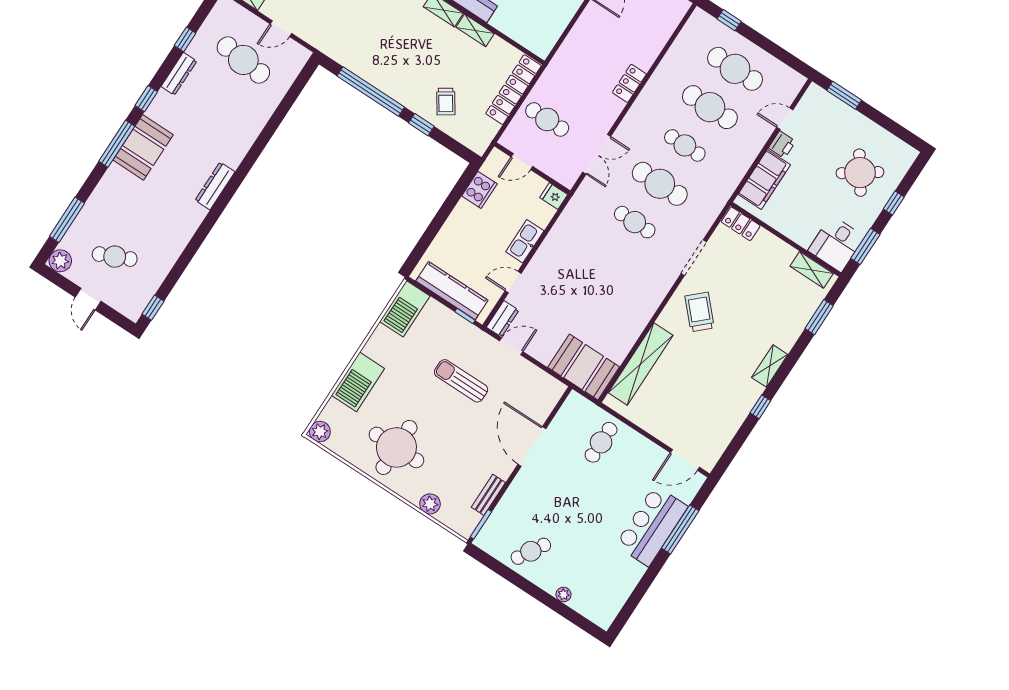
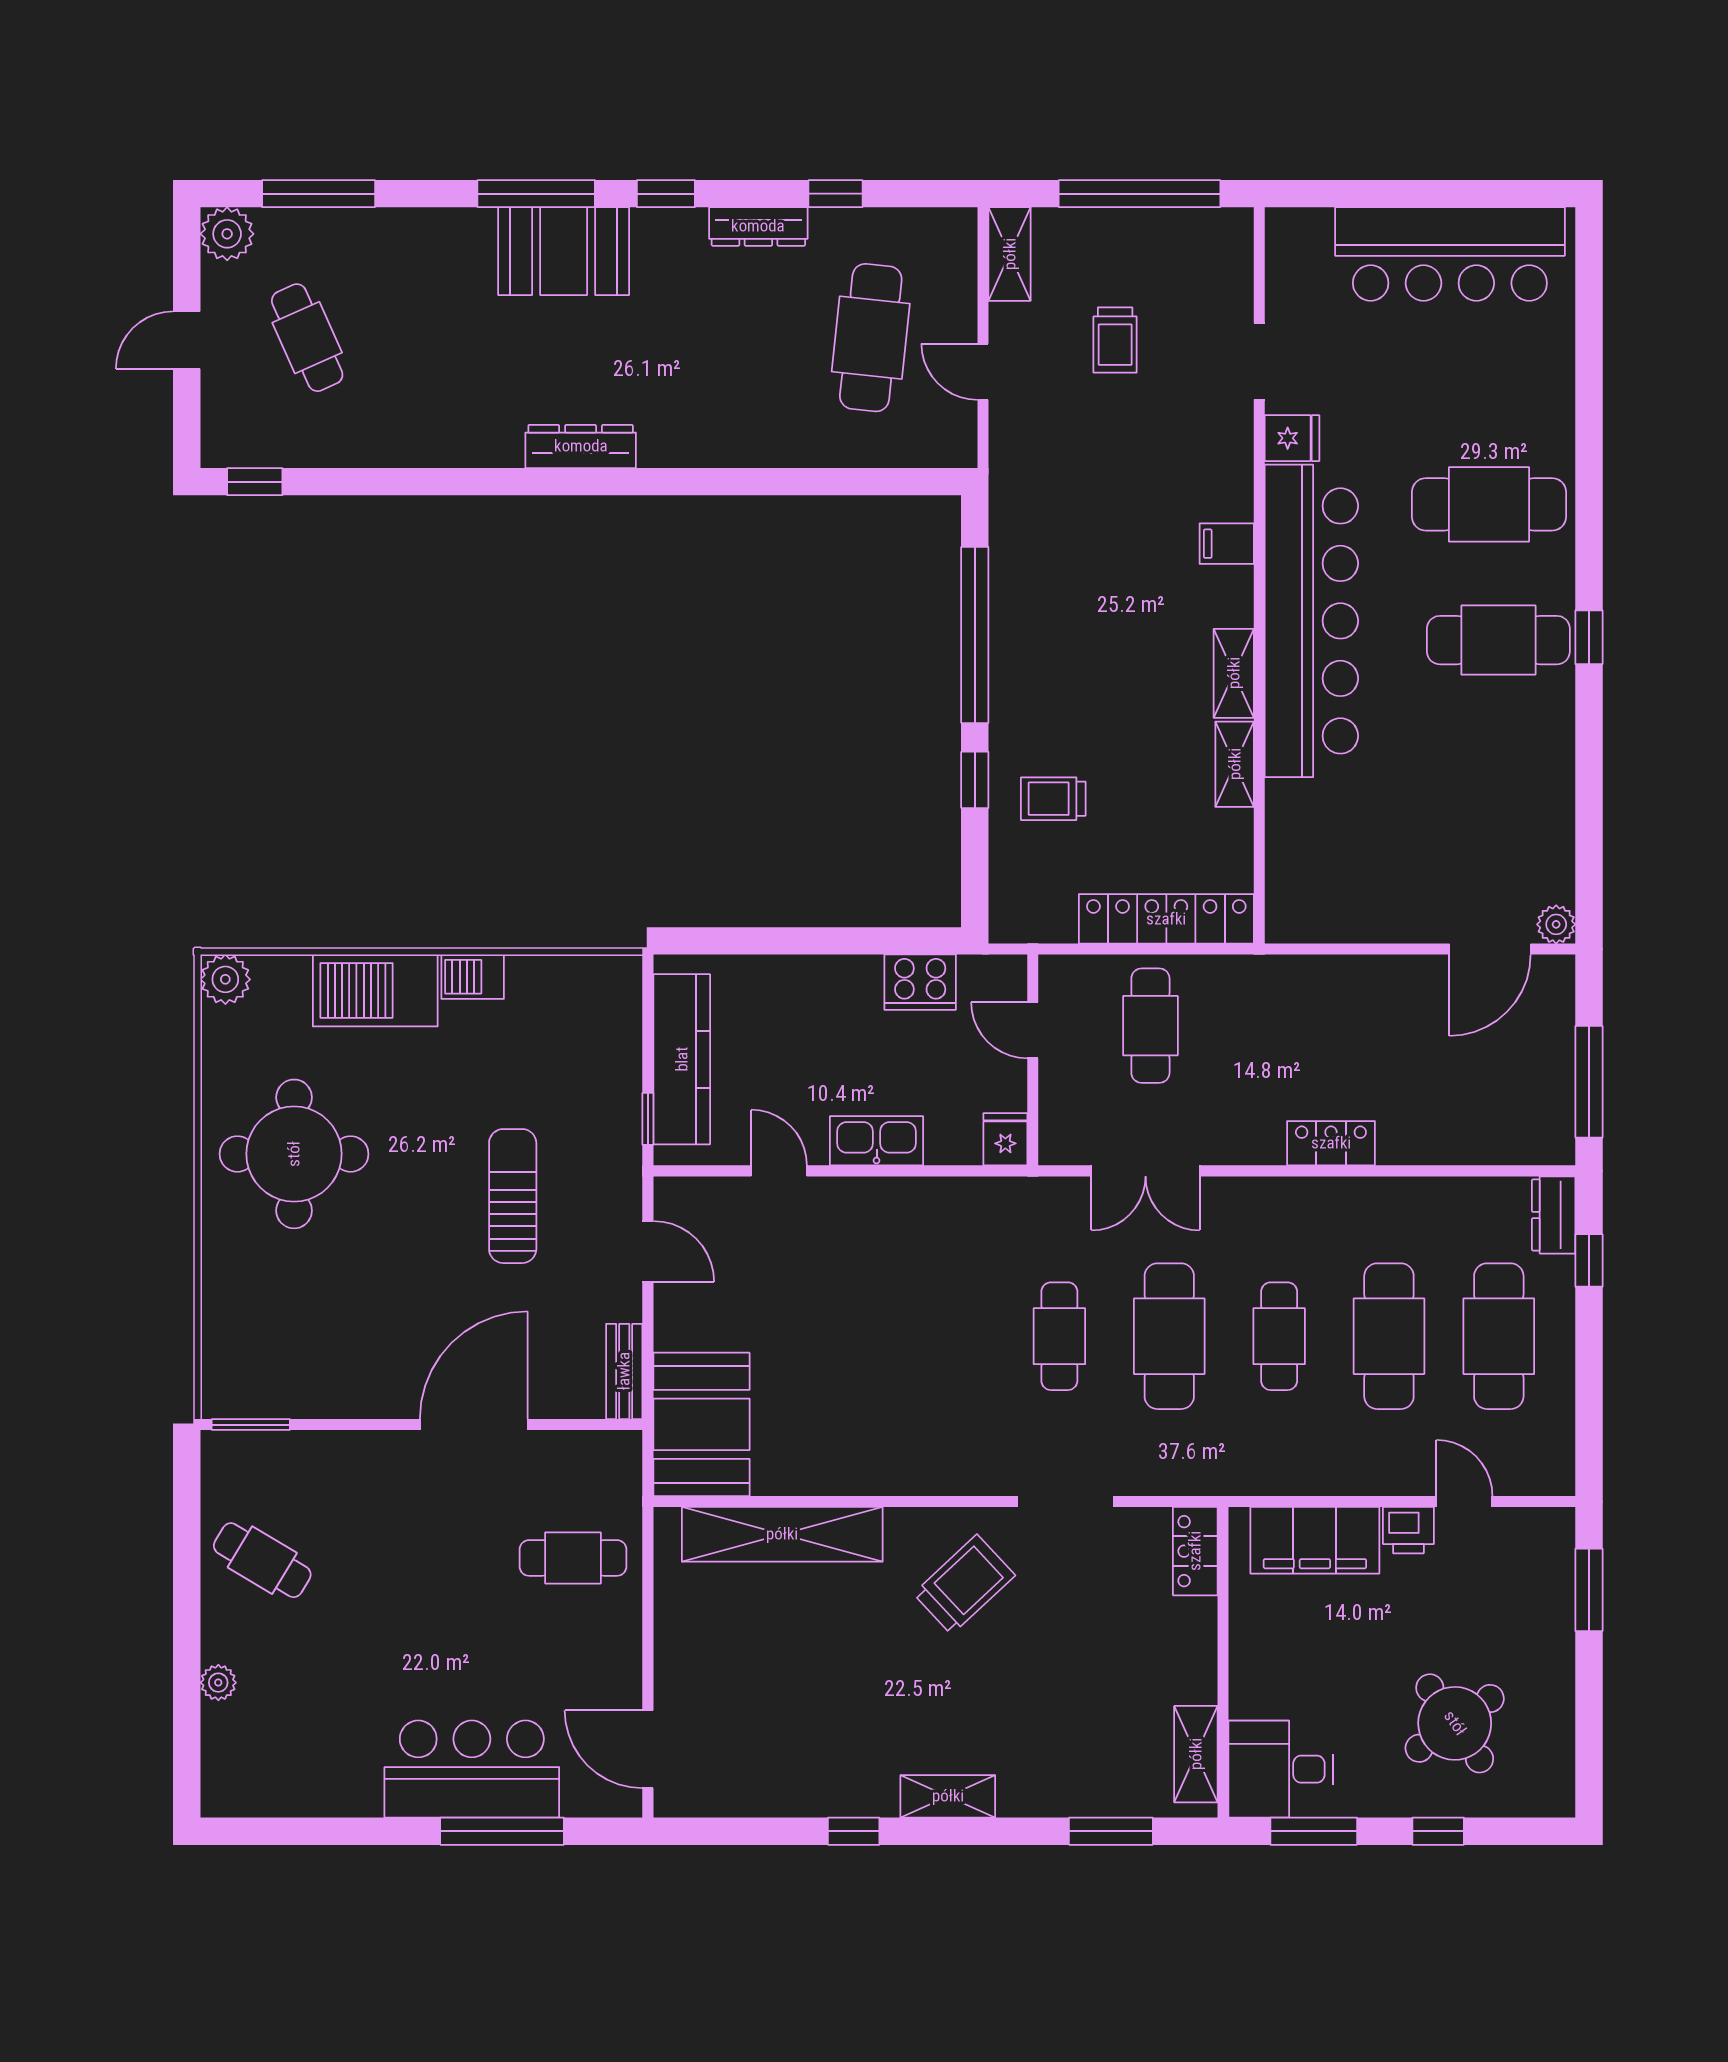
trolley: (446, 102) -> (1053, 799), turned 34
barbecue: (405, 309) -> (473, 977), moved, width x0.53, depth x0.65
dresser: (503, 319) -> (1554, 1215), moved, turned 90
bench: (488, 495) -> (624, 1371), moved, turned 90
plant: (430, 504) -> (225, 1295), removed

